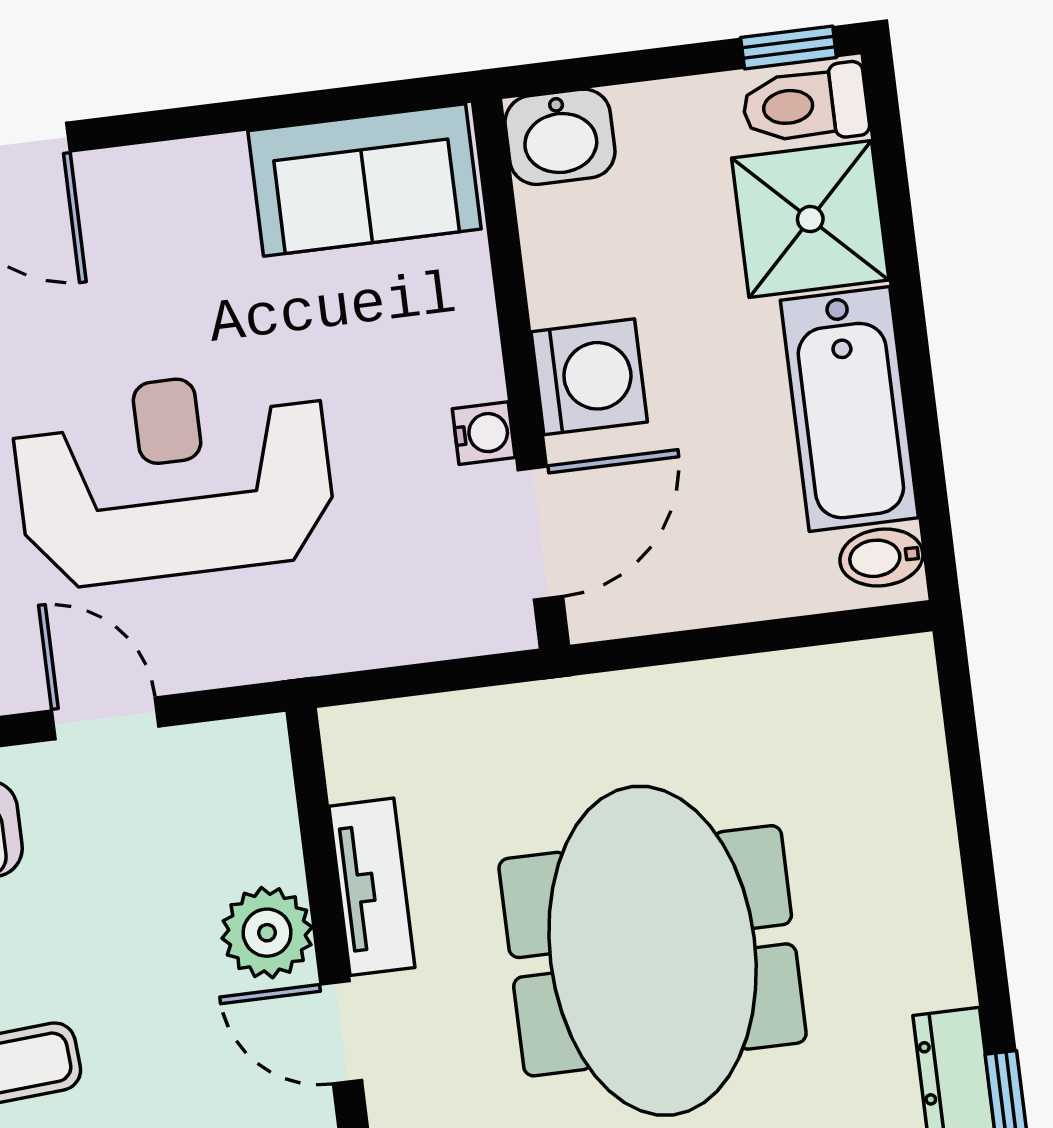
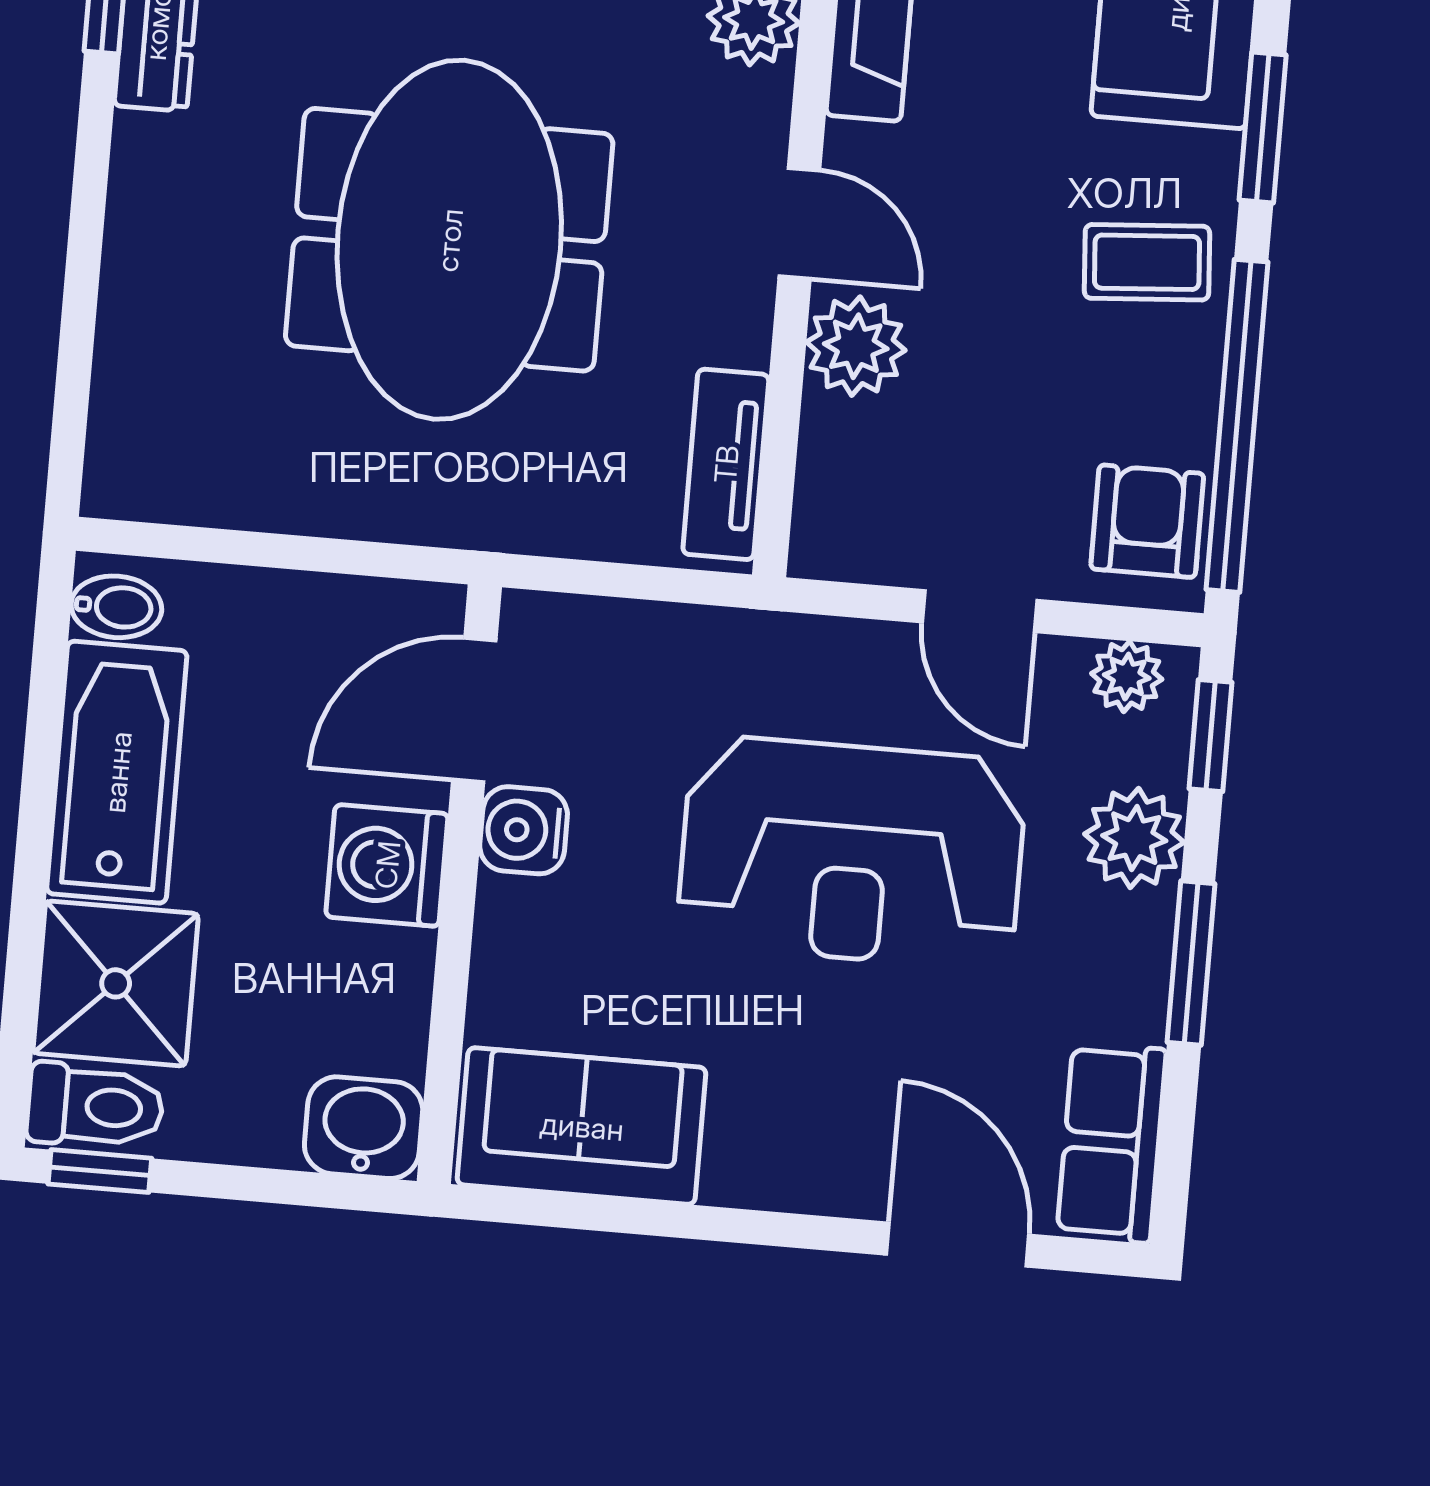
water cooler: (484, 433) -> (524, 830), width x1.38, depth x1.38
tv unit: (372, 887) -> (726, 464), moved

